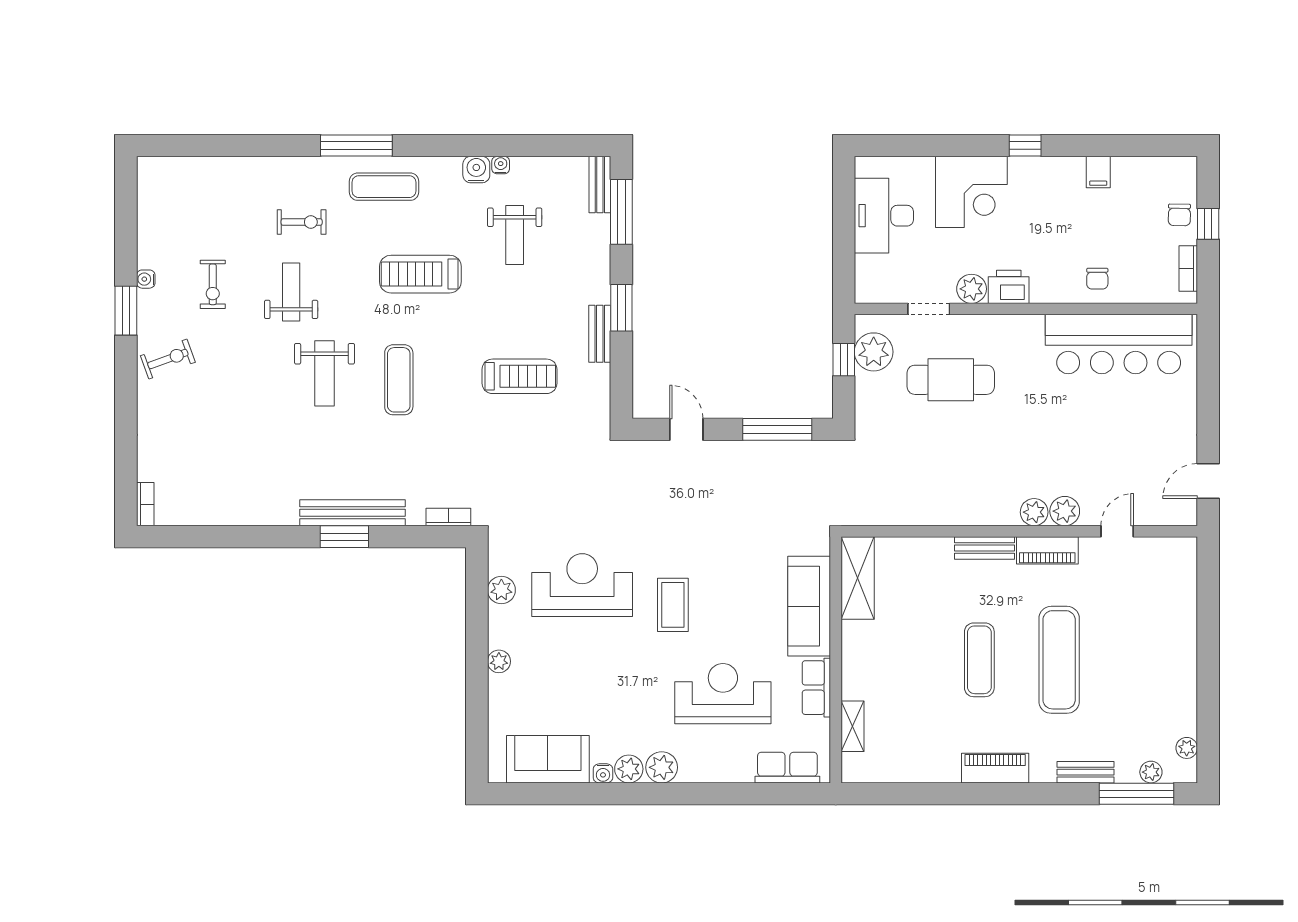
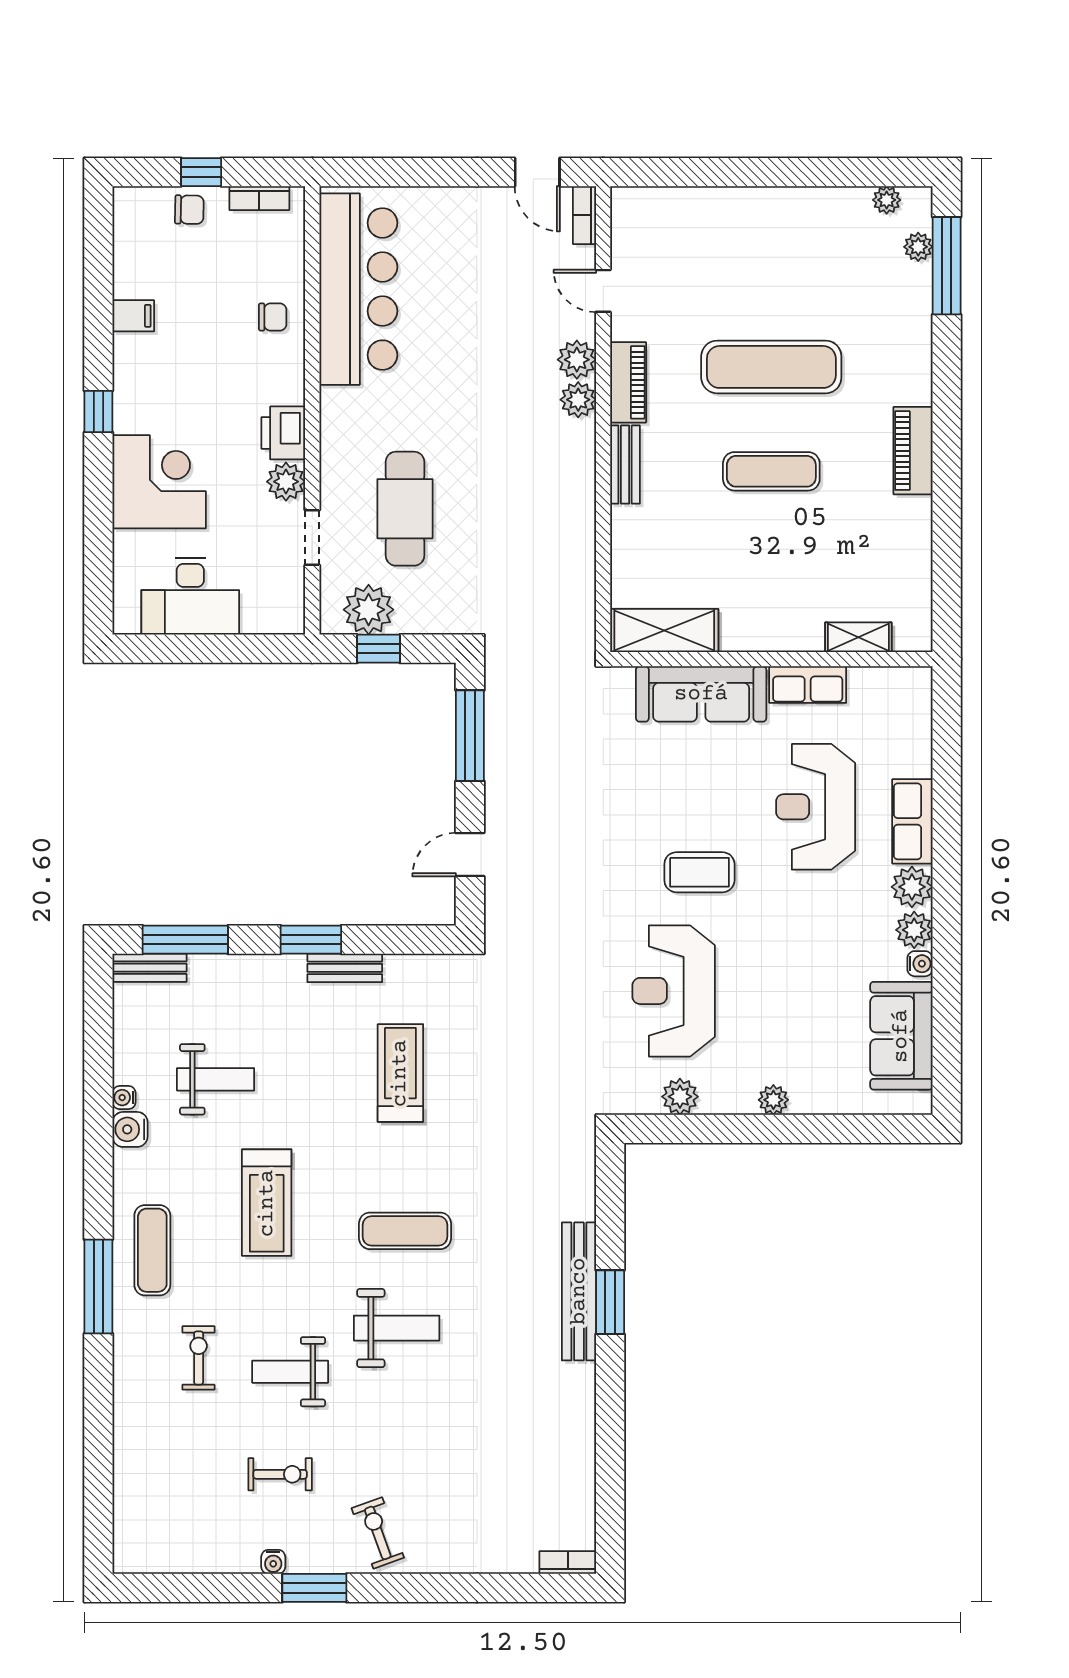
bookcase: (448, 517) -> (584, 215), moved
row of seats: (787, 768) -> (912, 821), moved
bench: (1085, 772) -> (918, 332), removed

